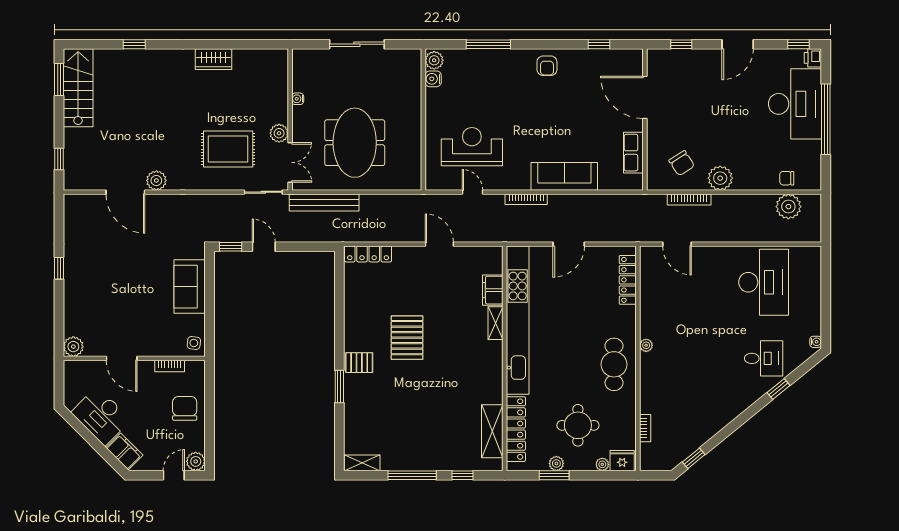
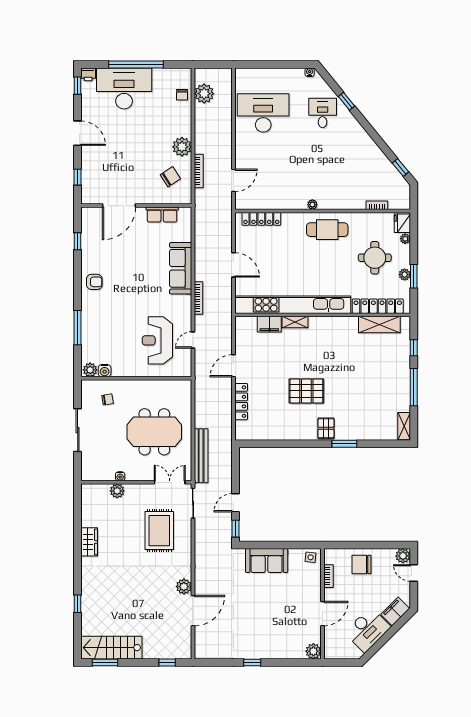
chair: (396, 83) -> (108, 399), added
plant: (279, 133) -> (117, 491), moved
locker: (368, 254) -> (241, 402), moved

